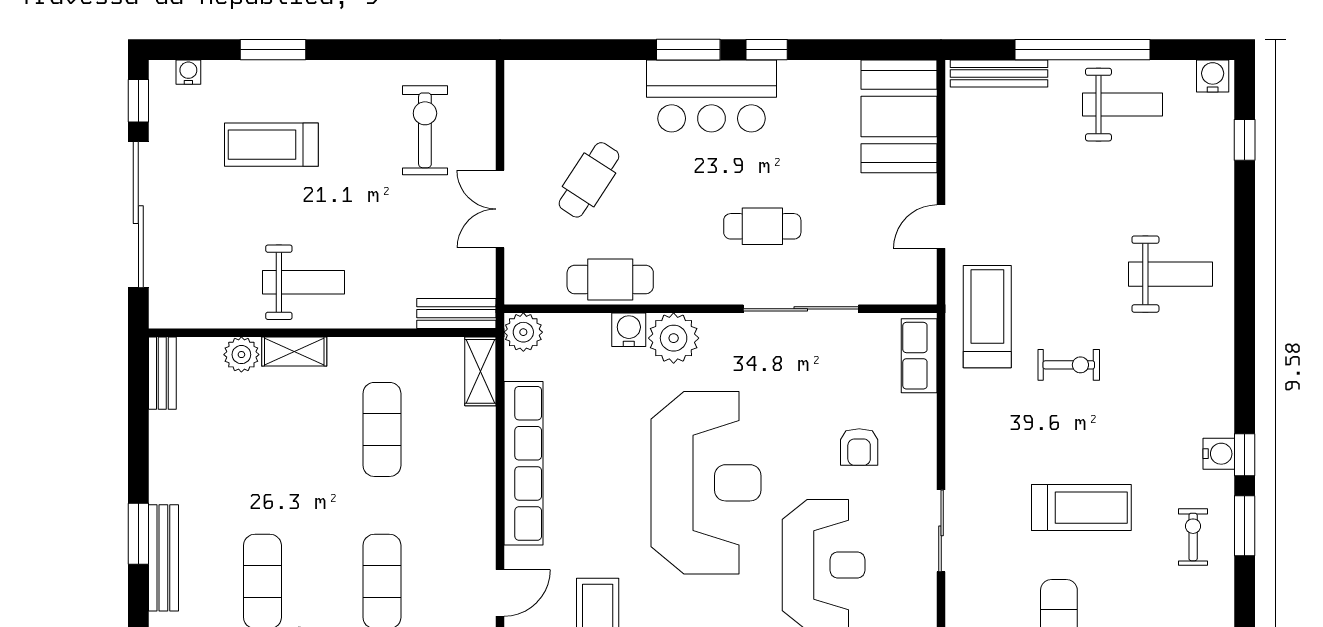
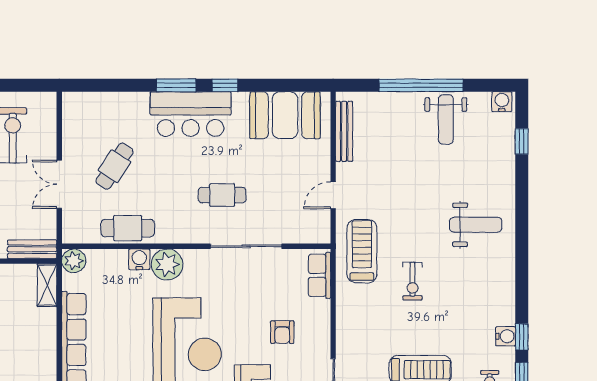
bench: (999, 74) -> (344, 131), moved, turned 90
weight bench: (1122, 105) -> (446, 119), turned 90
booth: (899, 116) -> (285, 115), moved, turned 90
exercise bike: (1069, 365) -> (413, 281), turned 90

